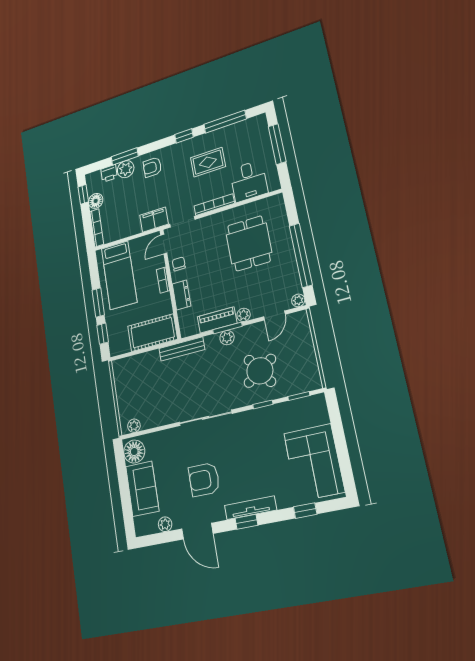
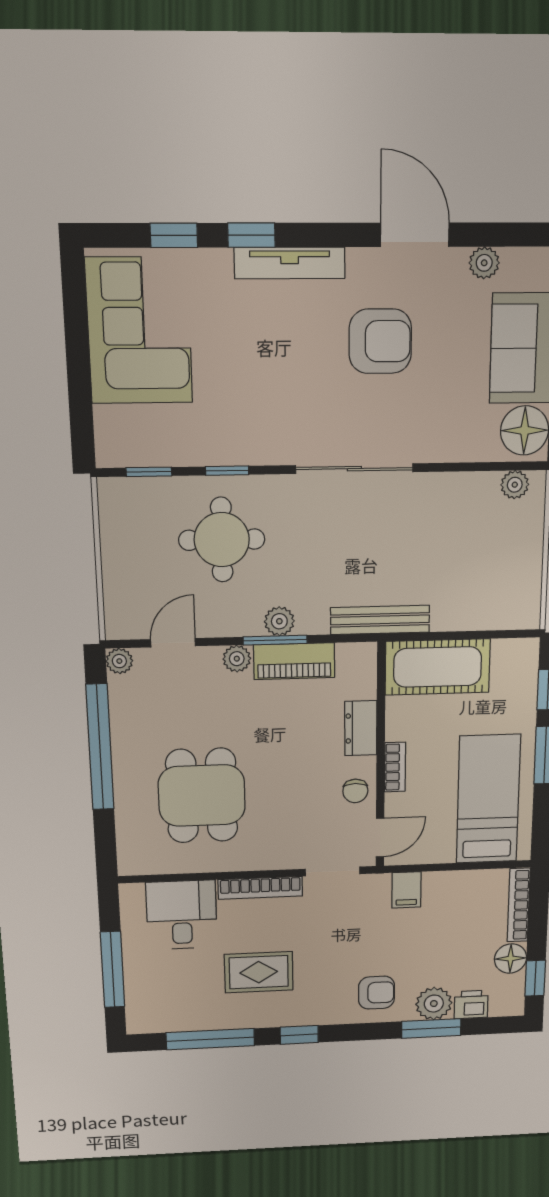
filing cabinet: (154, 220) -> (406, 890), width x0.50
round table: (260, 371) -> (222, 540), turned 34
window: (246, 522) -> (251, 235), moved

